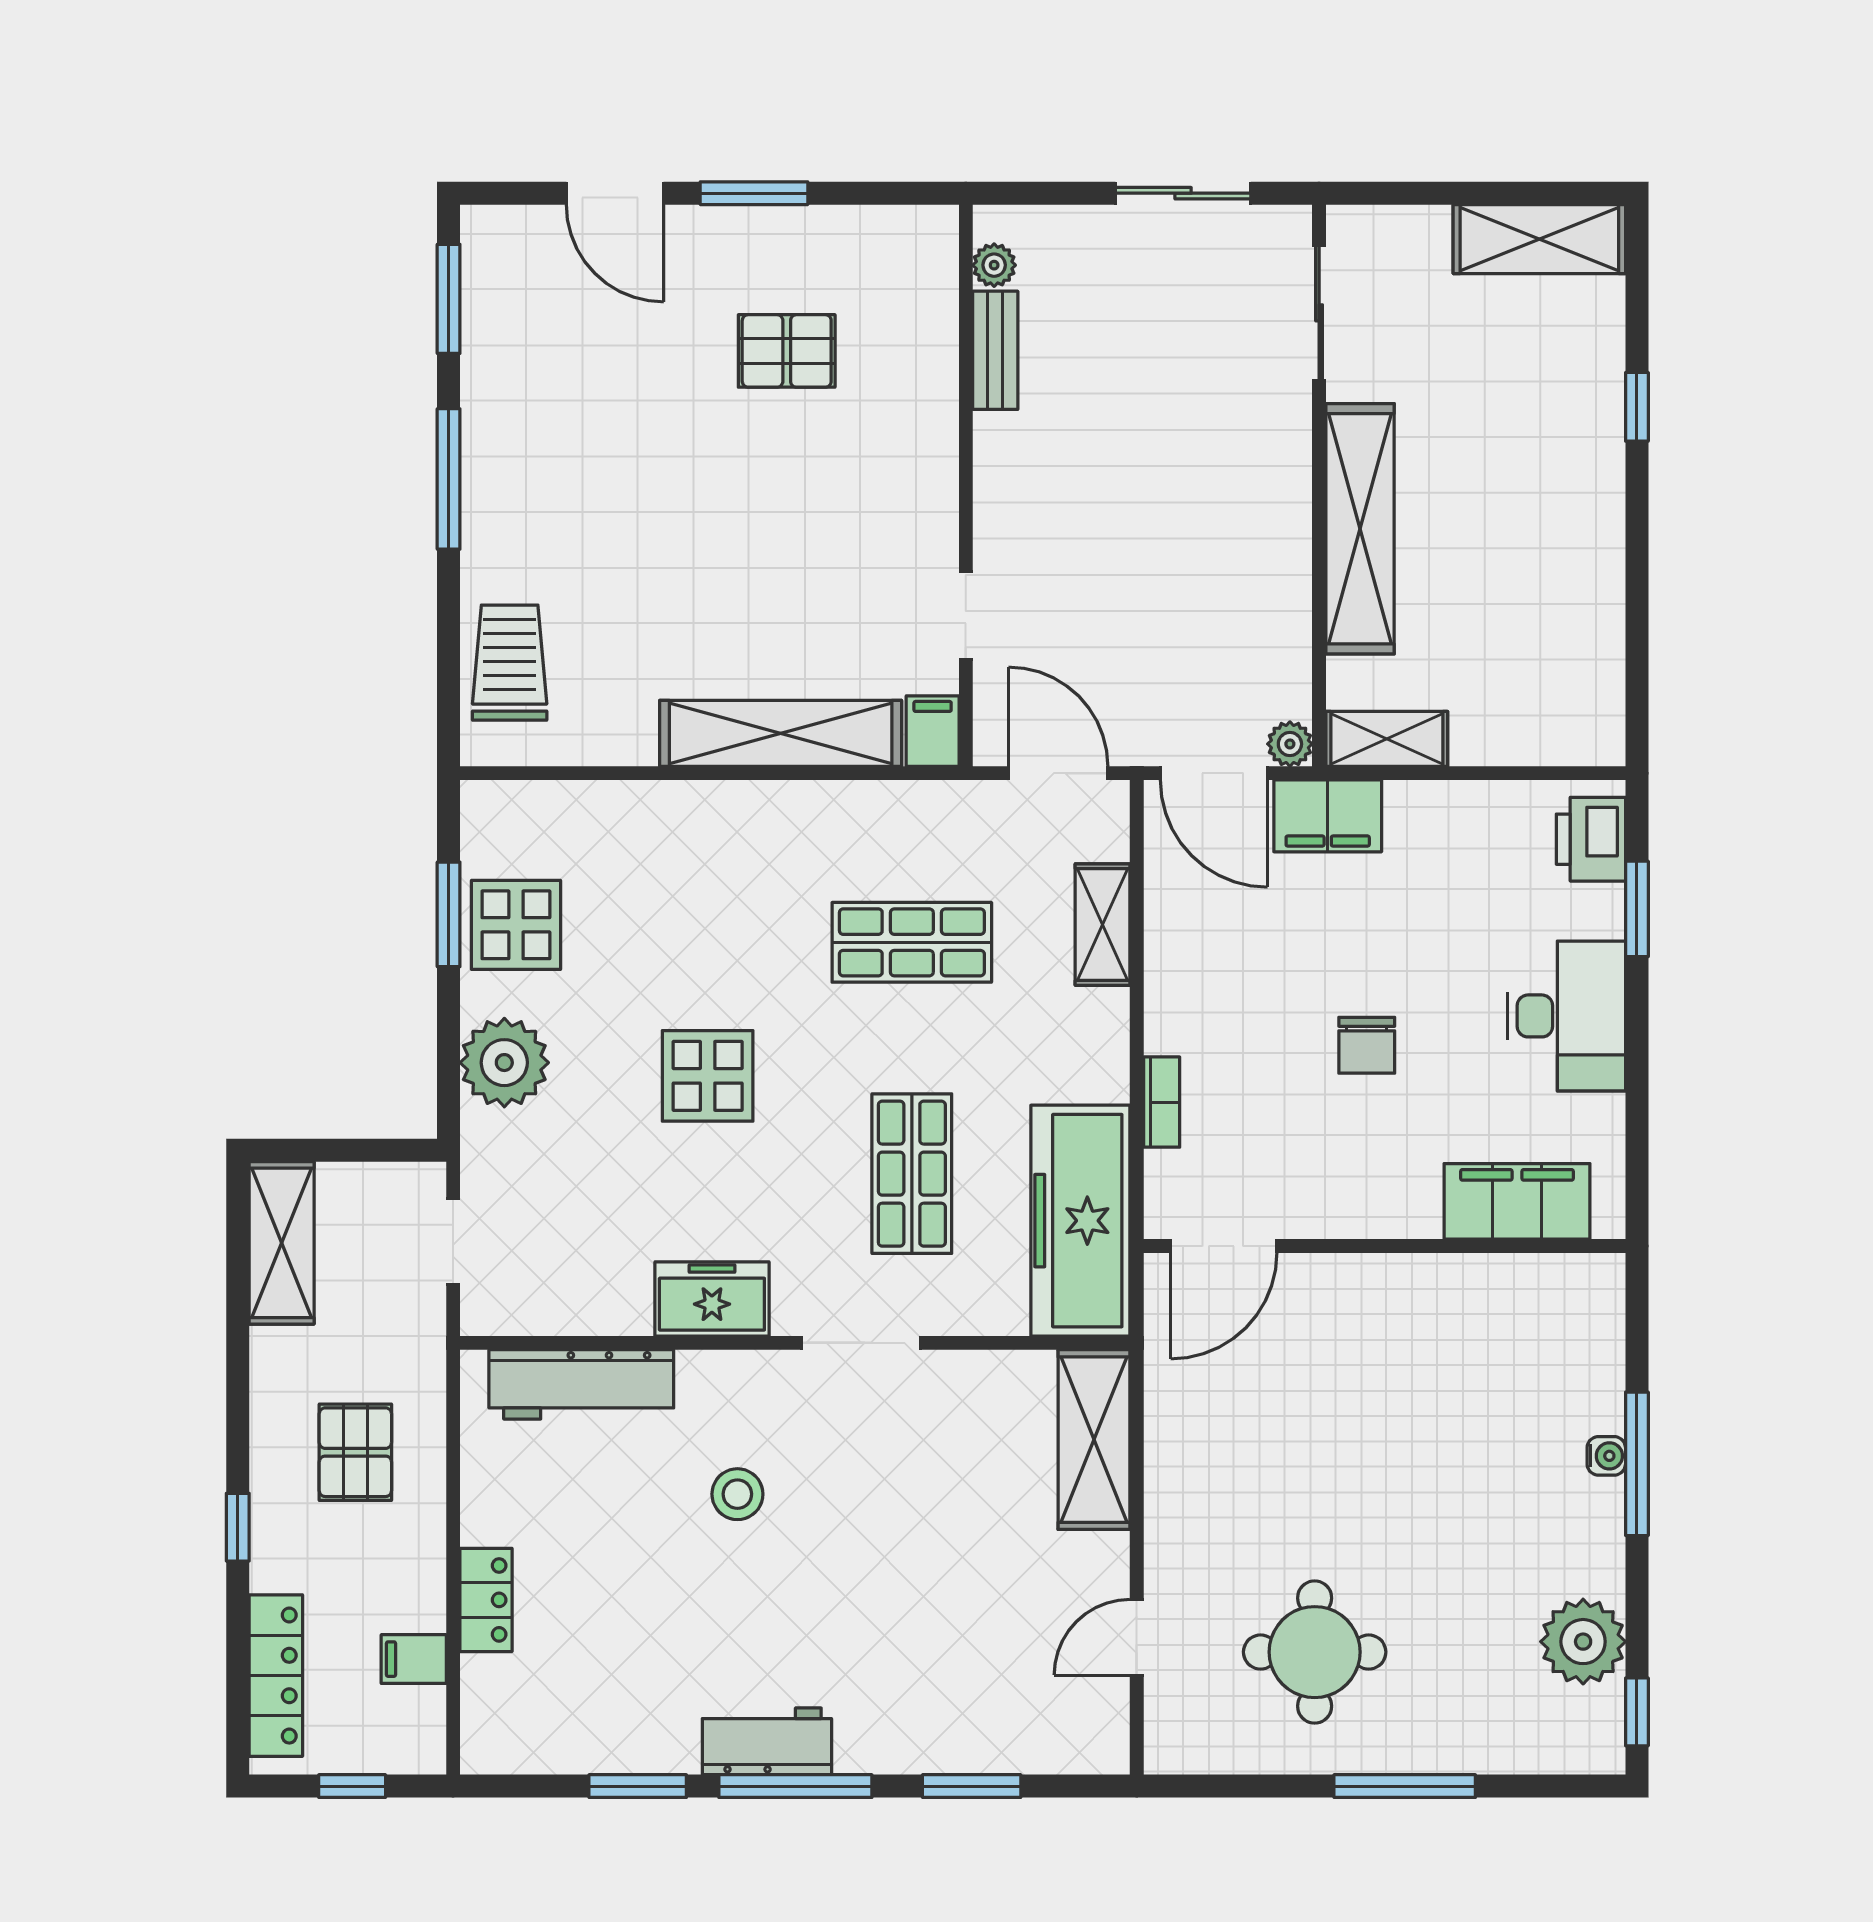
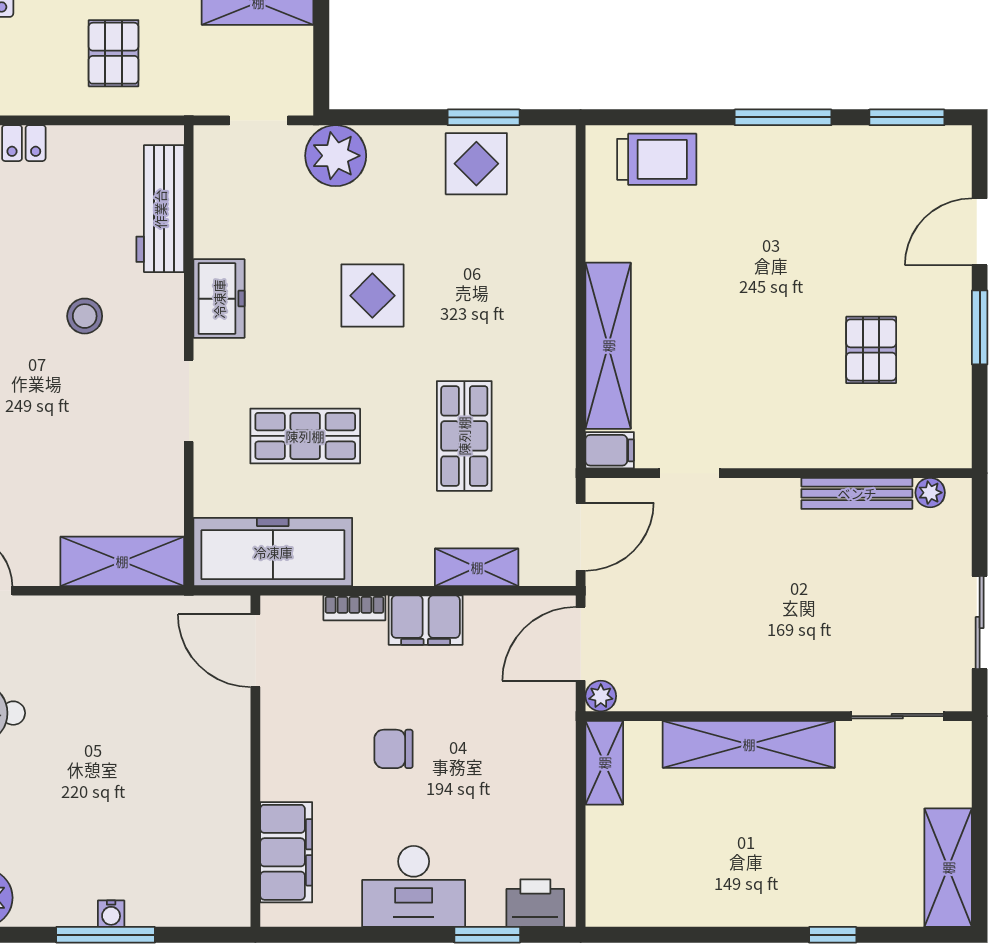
bench: (995, 350) -> (857, 493), width x1.36
filing cabinet: (1328, 816) -> (426, 620), moved, turned -90
plant: (504, 1063) -> (336, 156), moved
pallet: (355, 1452) -> (114, 53), turned 90

